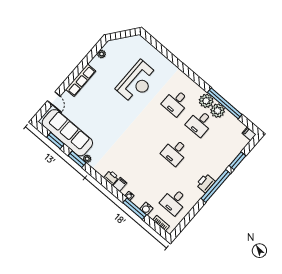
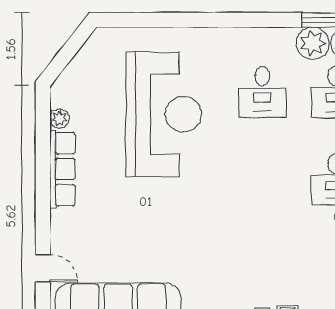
row of seats: (81, 80) -> (62, 169), moved
reception desk: (137, 82) -> (164, 114), width x1.36, depth x1.30

